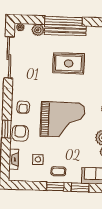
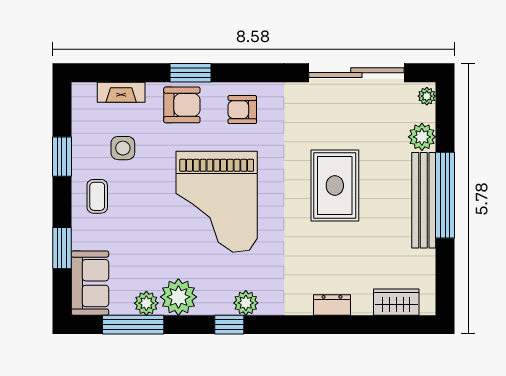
rug: (69, 63) -> (335, 185), moved
window: (55, 186) -> (62, 157), moved

